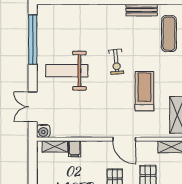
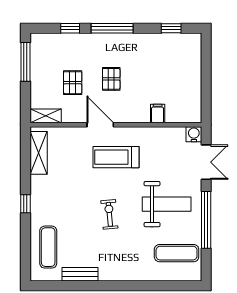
exercise mat: (58, 28) -> (177, 253), added
window: (33, 40) -> (206, 220), moved
treadmill: (144, 91) -> (116, 157), moved, turned 90
shelving: (55, 146) -> (180, 116), removed

